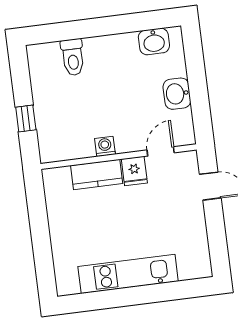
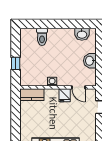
door: (161, 151) -> (79, 87), swing flipped
kitchen counter: (97, 175) -> (32, 95), moved

